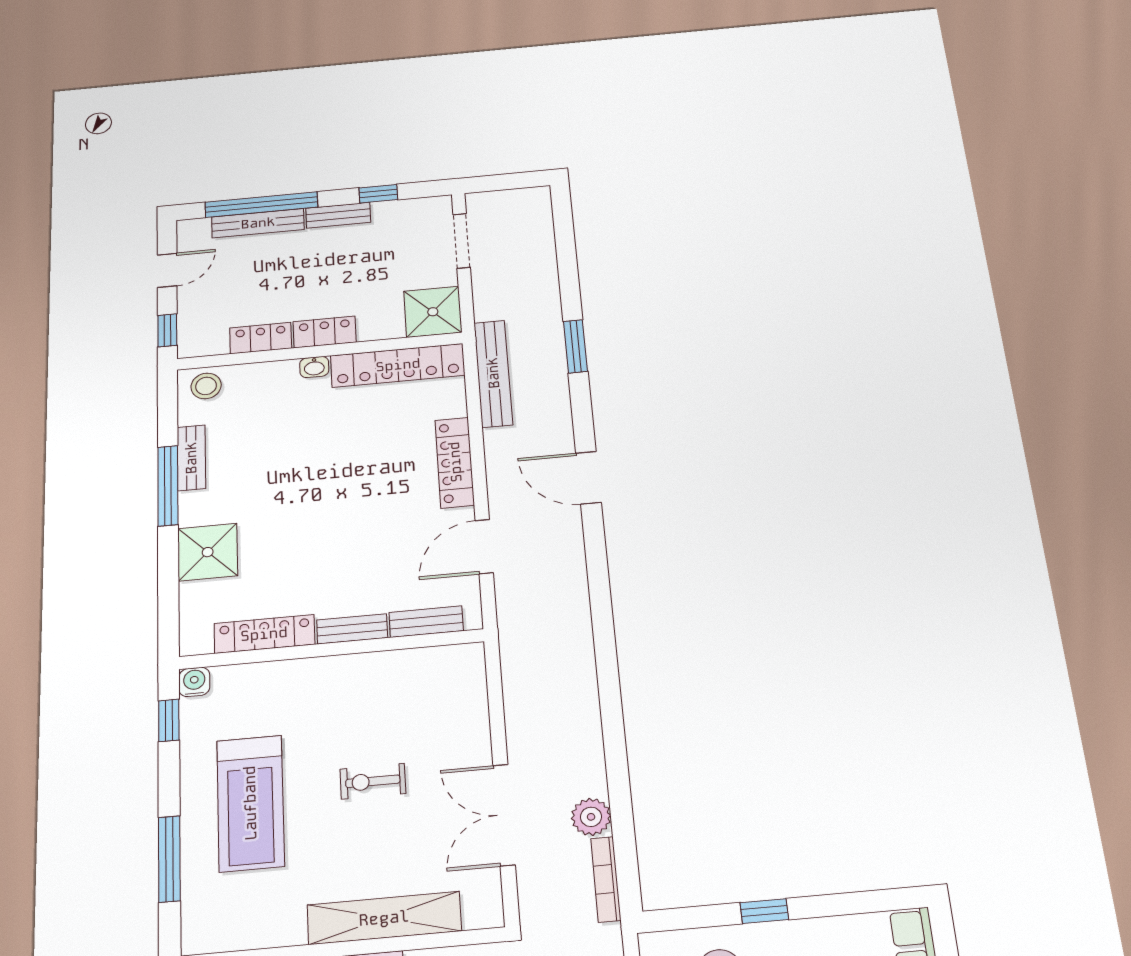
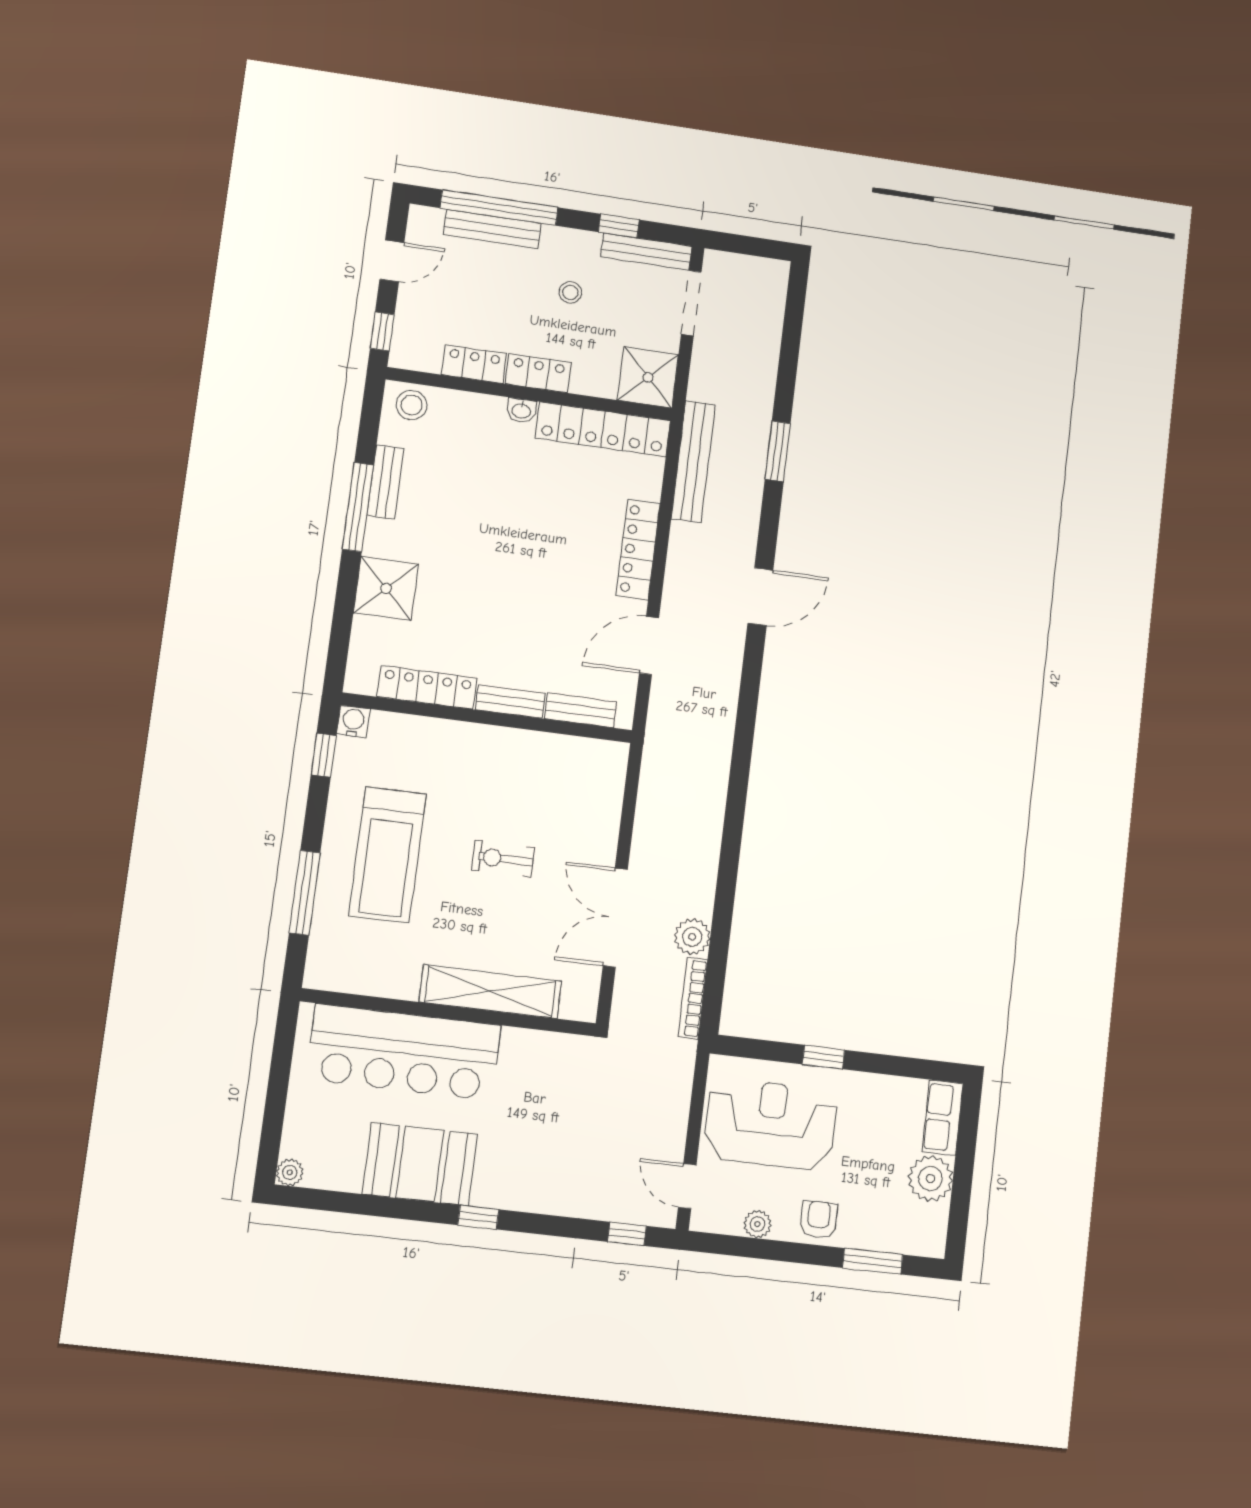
bench: (338, 215) -> (646, 252), moved, width x1.36
stool: (343, 258) -> (570, 292), added
door: (588, 478) -> (760, 597), swing flipped

